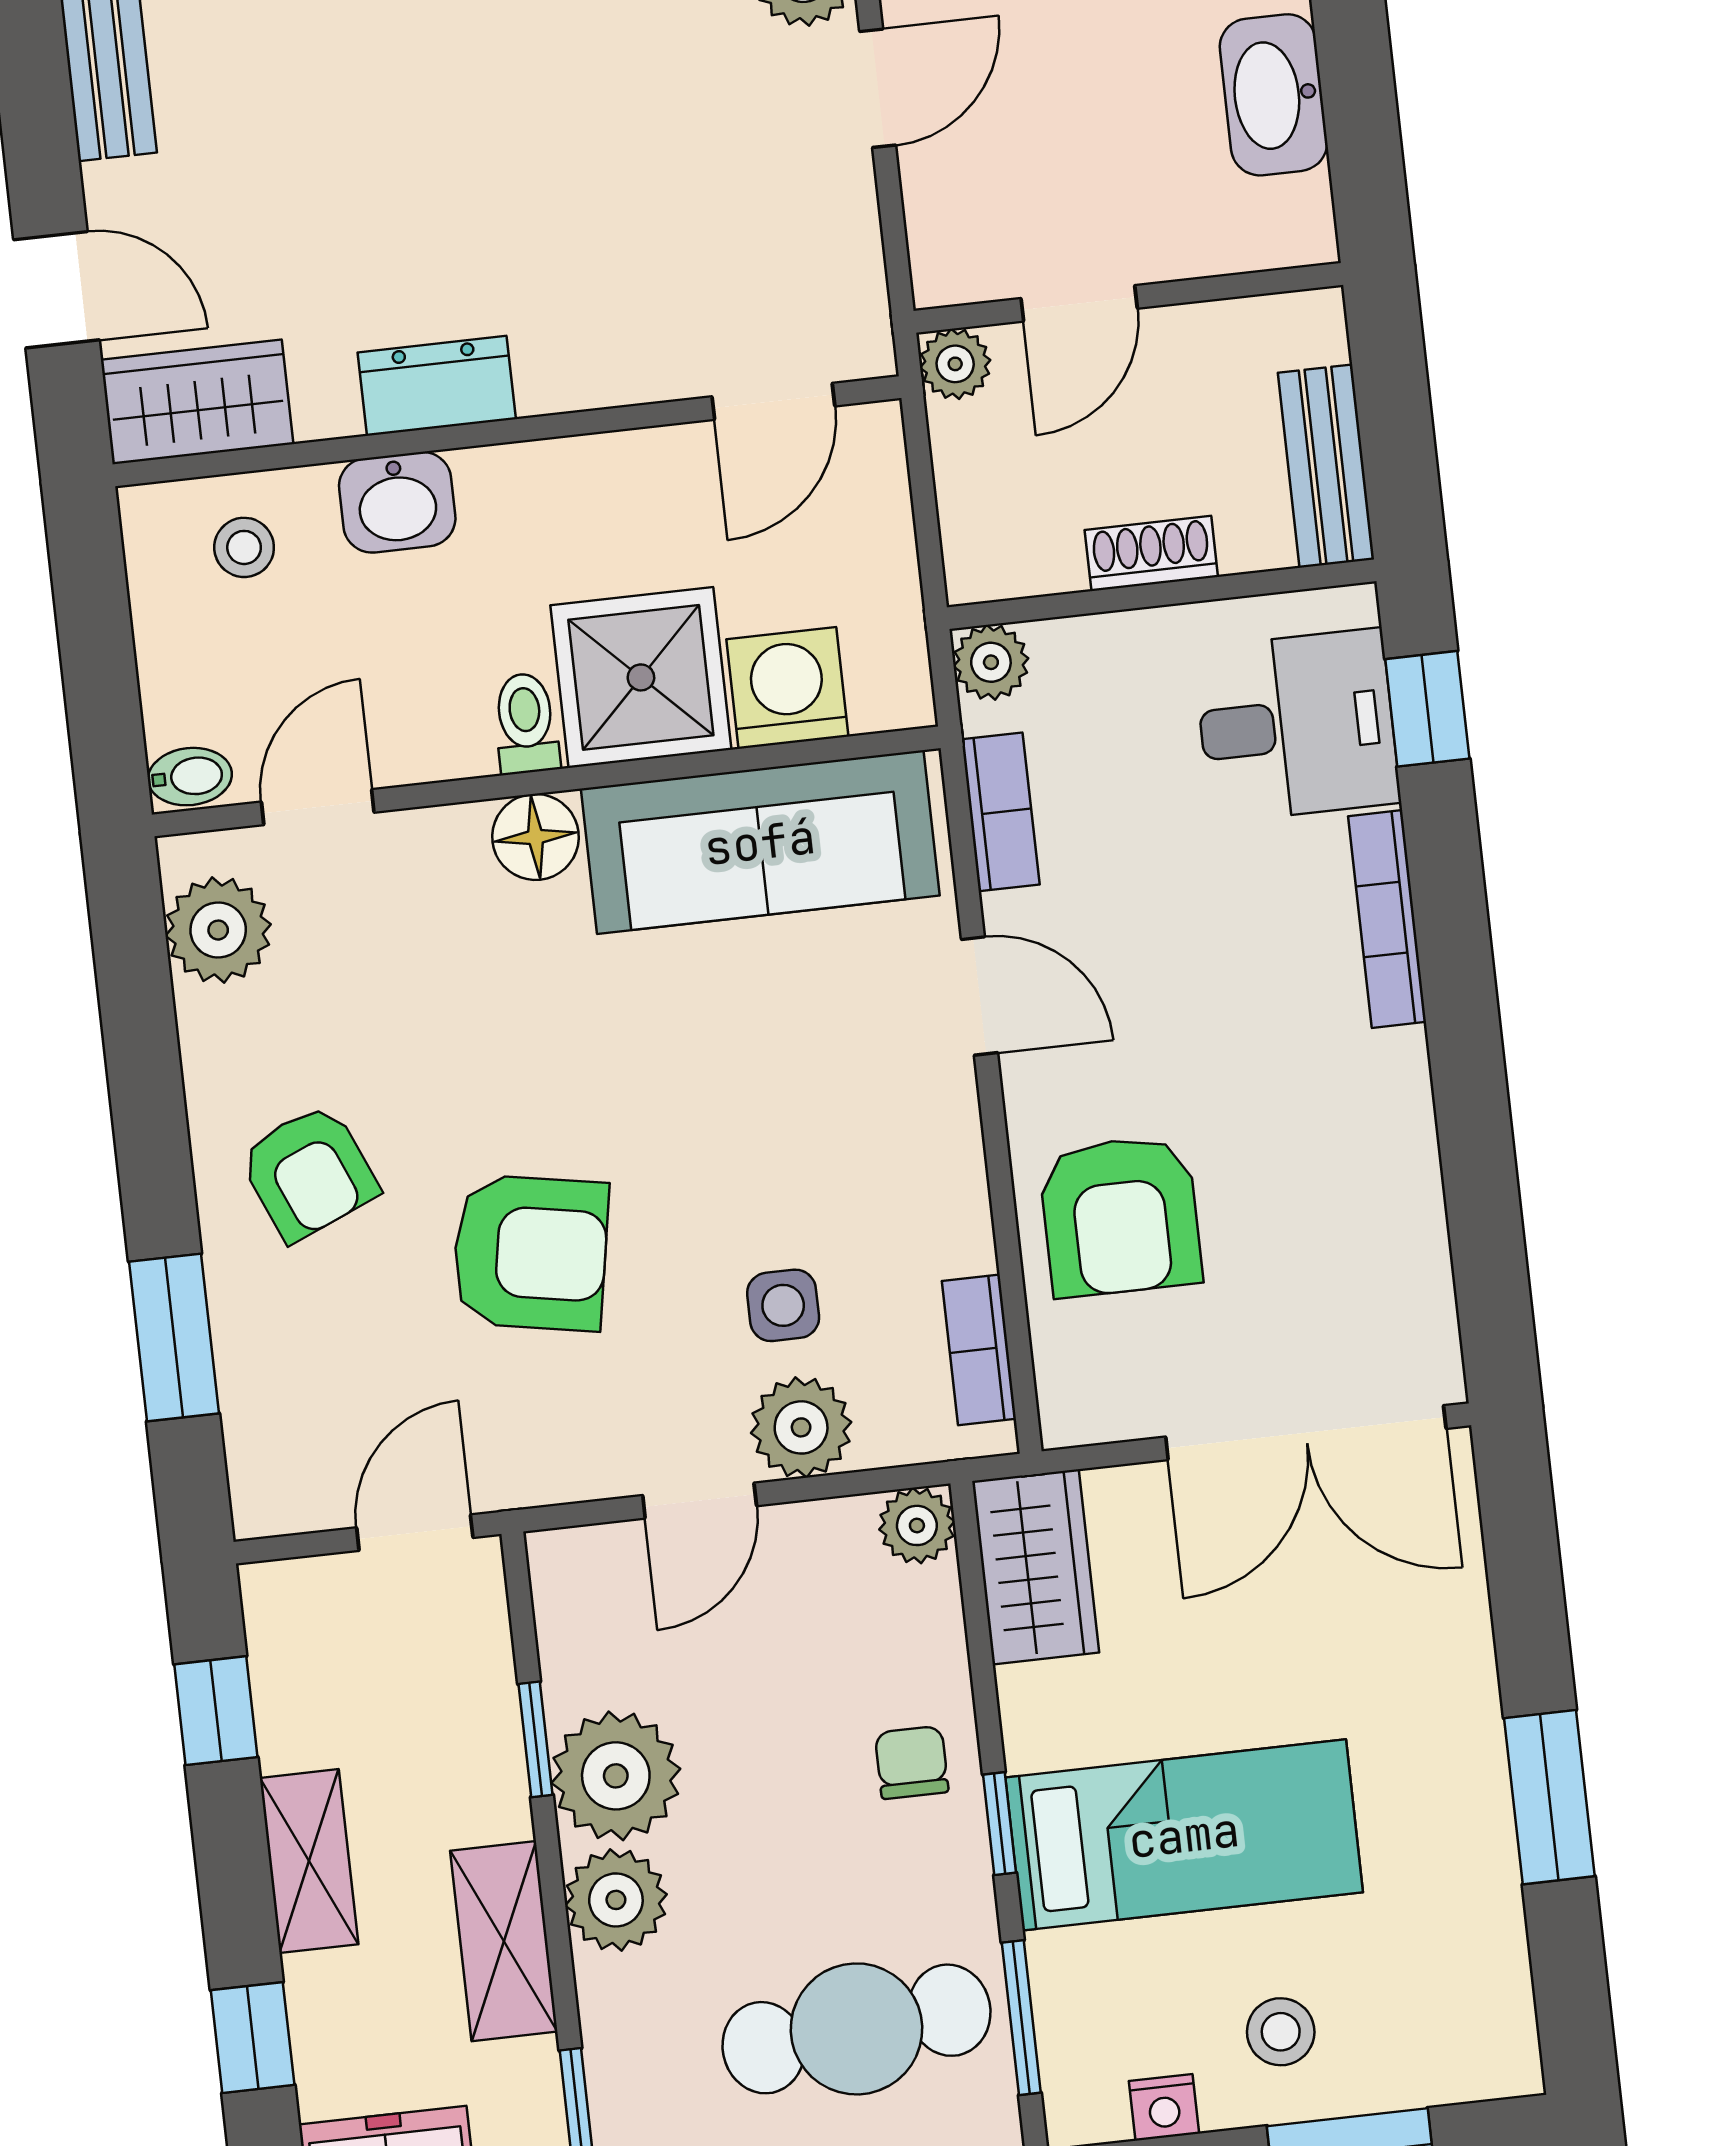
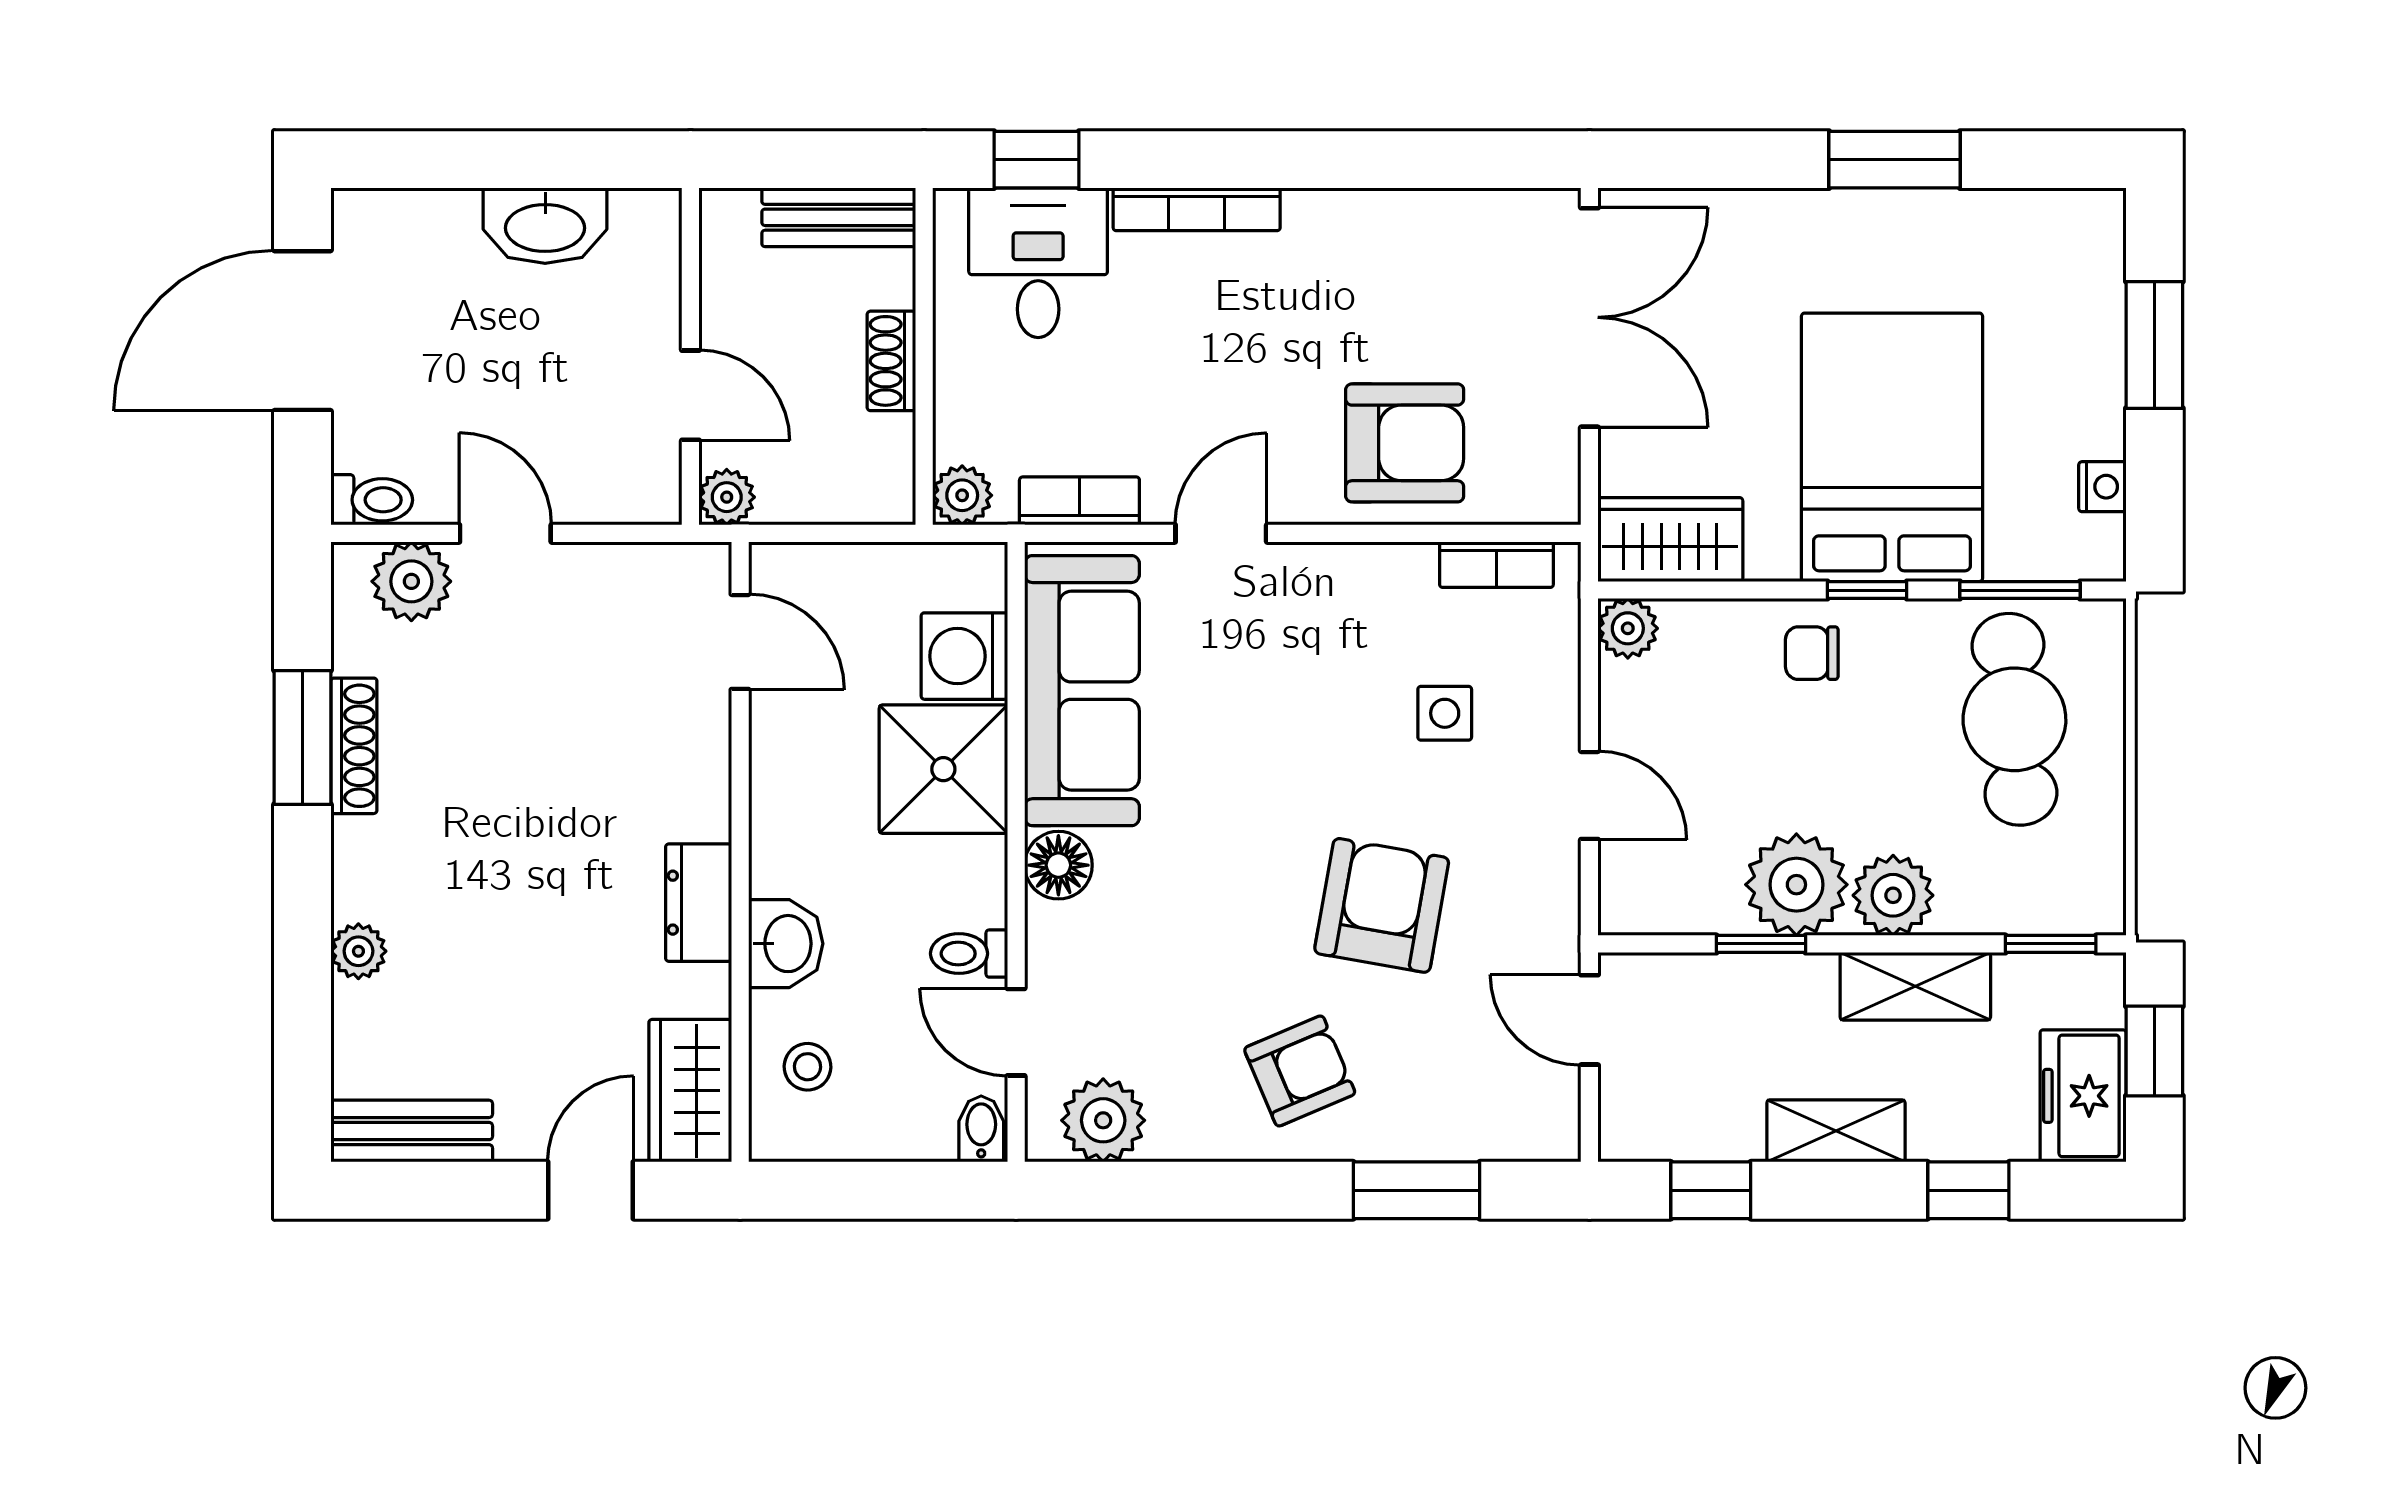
toilet: (526, 723) -> (969, 954), moved
plant: (801, 1427) -> (1541, 710), removed
bed: (1184, 1835) -> (1892, 447), width x1.50
stool: (1281, 2032) -> (2054, 389), removed

